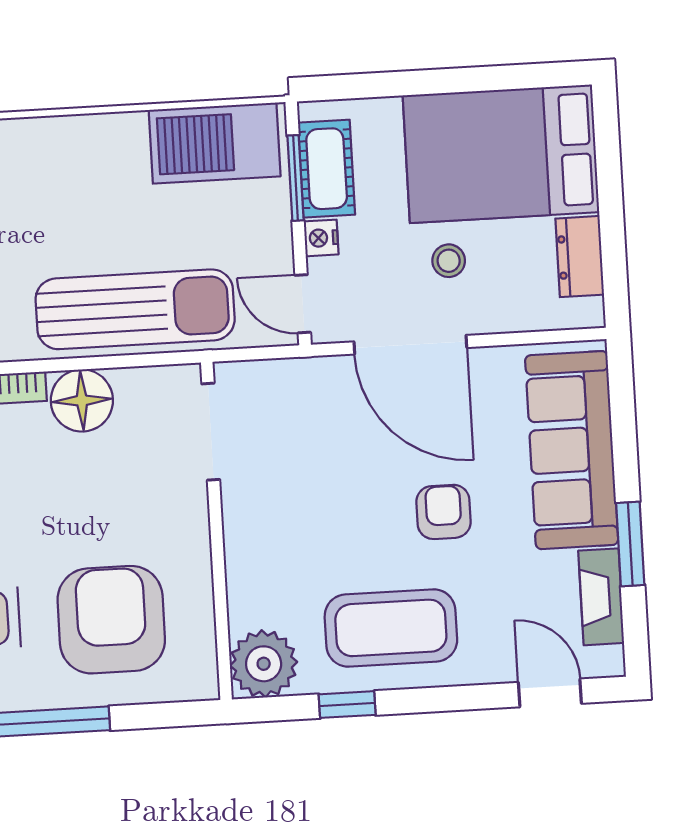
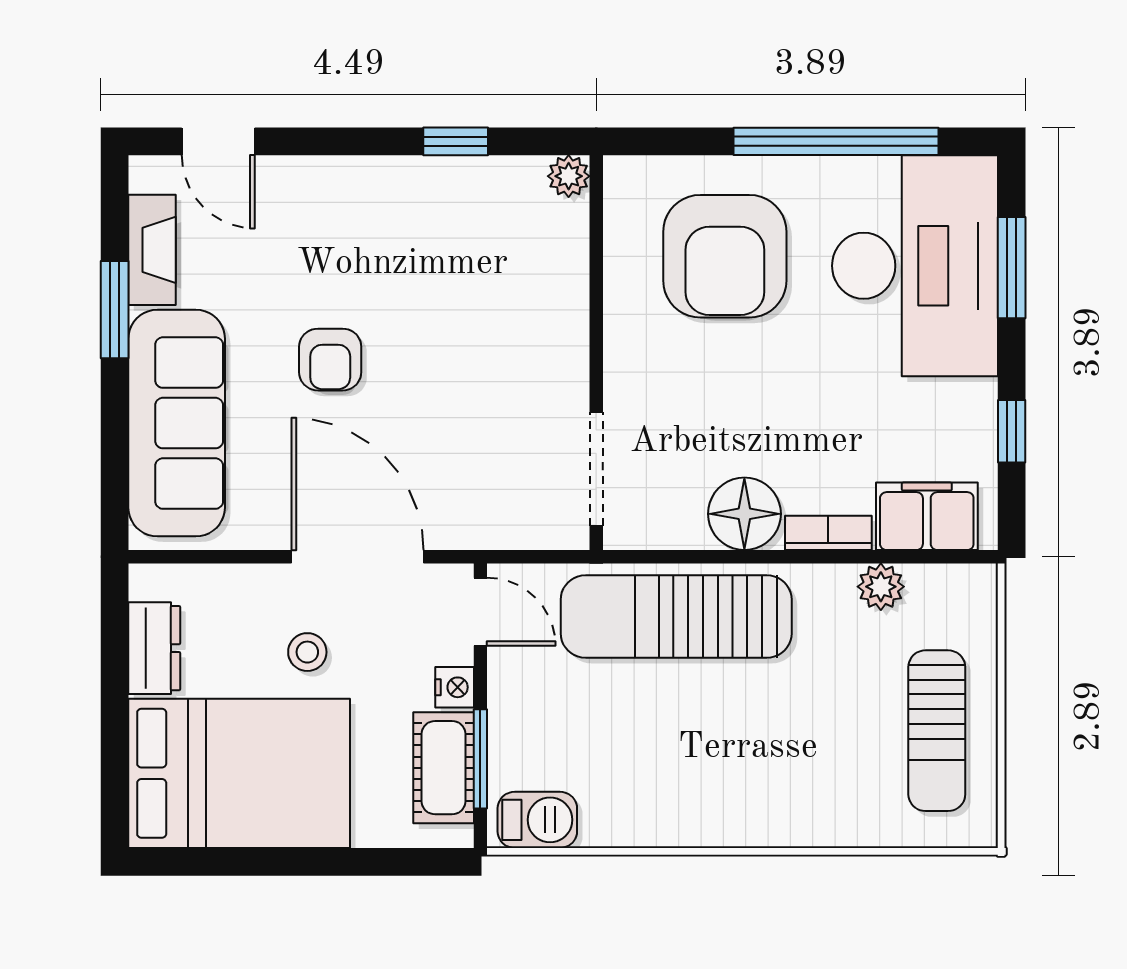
barbecue: (215, 143) -> (537, 820), width x0.53, depth x0.65
coffee table: (391, 628) -> (399, 228), removed
plant: (264, 664) -> (569, 176), width x0.53, depth x0.53

